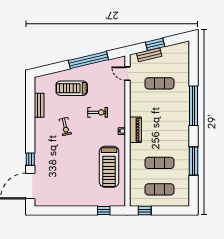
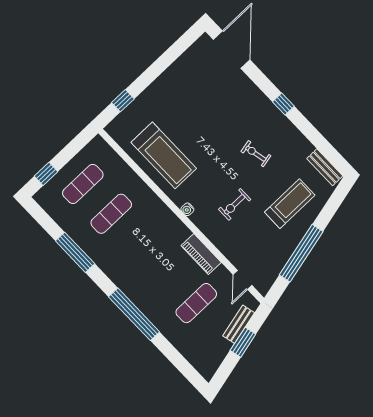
door: (128, 74) -> (243, 280), swing flipped
bench: (39, 105) -> (325, 167), moved
piano: (135, 130) -> (201, 254), moved
window: (30, 159) -> (283, 104), moved
treadmill: (109, 167) -> (164, 155), turned 180
window: (145, 210) -> (46, 174), moved

